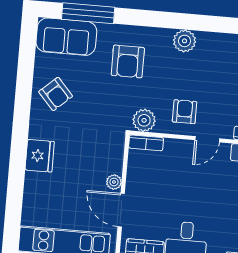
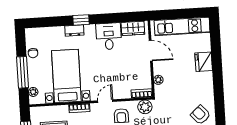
fridge: (40, 156) -> (204, 62), moved
plant: (114, 182) -> (158, 80), moved

